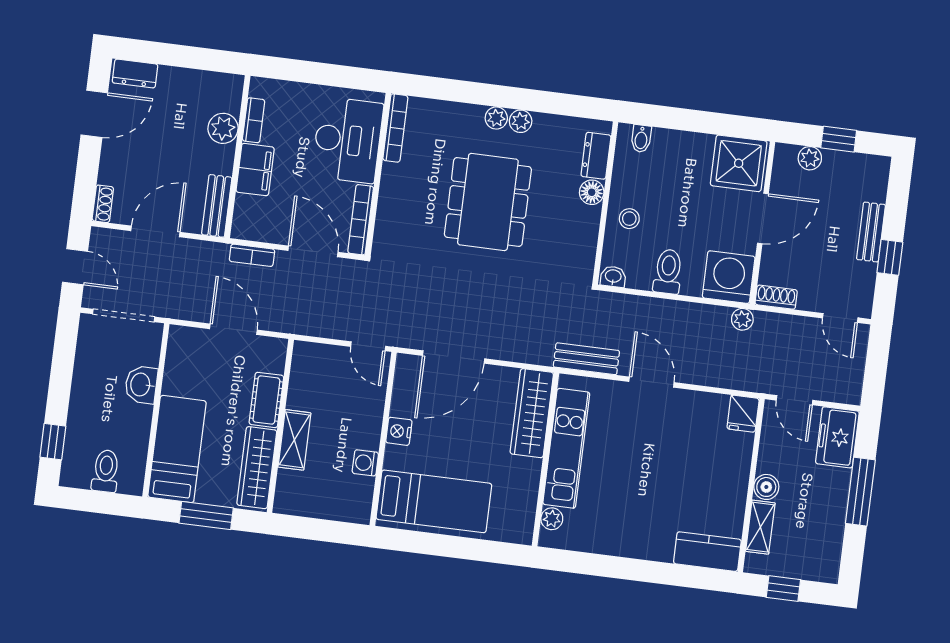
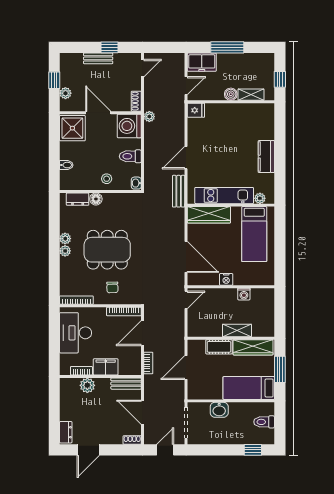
door: (94, 114) -> (88, 450), swing flipped
bidet: (641, 139) -> (66, 165), moved
desk: (348, 140) -> (76, 333), moved, turned -90
chair: (412, 203) -> (112, 287), added
bed: (434, 501) -> (254, 234), moved, turned 180
kitchen counter: (707, 552) -> (266, 157), moved

